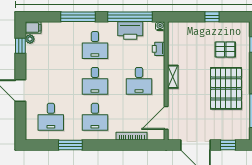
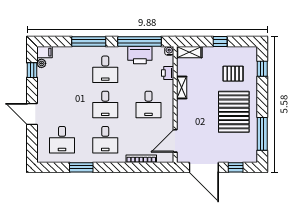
shelving: (180, 28) -> (189, 52), added
shelving: (173, 77) -> (182, 88), moved

